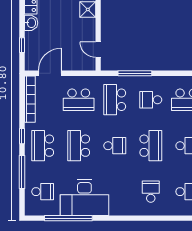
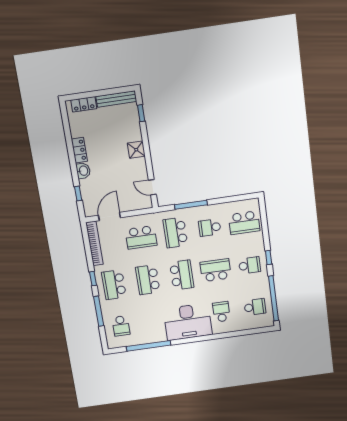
school desk: (115, 146) -> (182, 275), width x1.85
school desk: (151, 146) -> (216, 270), turned -90
school desk: (43, 192) -> (121, 326), turned 90
desk: (84, 198) -> (188, 322), moved

